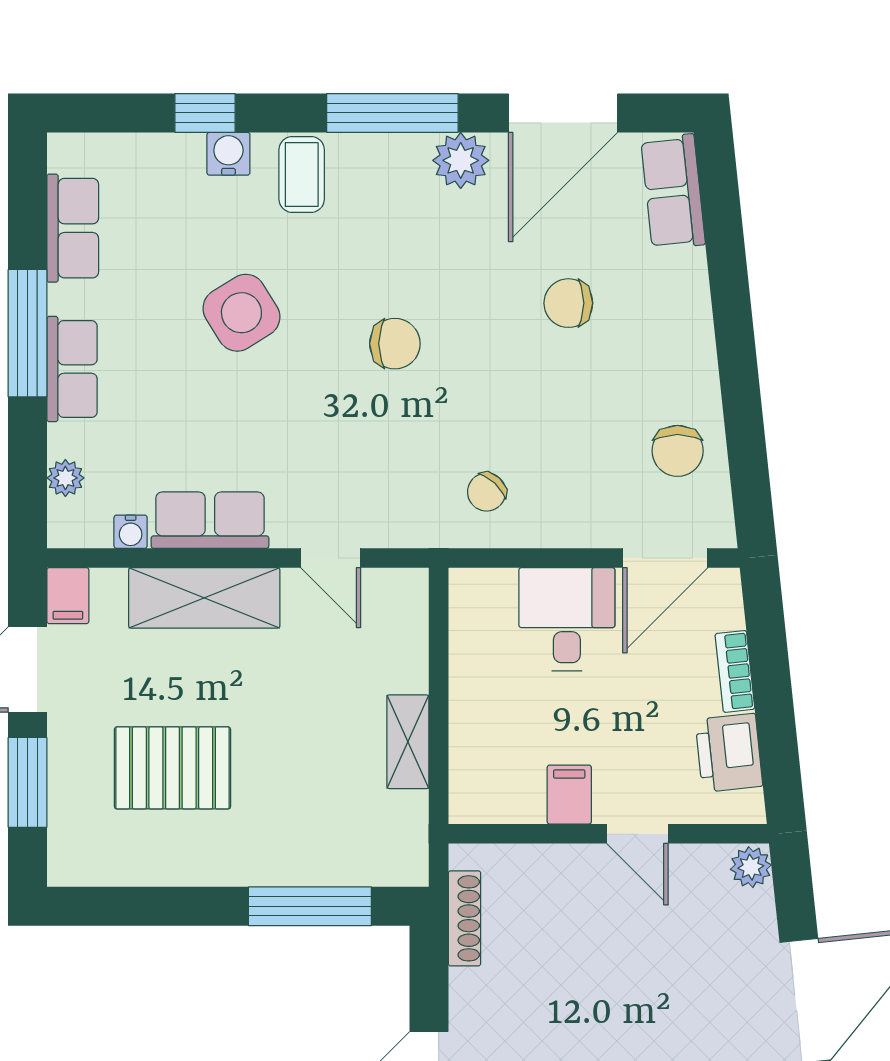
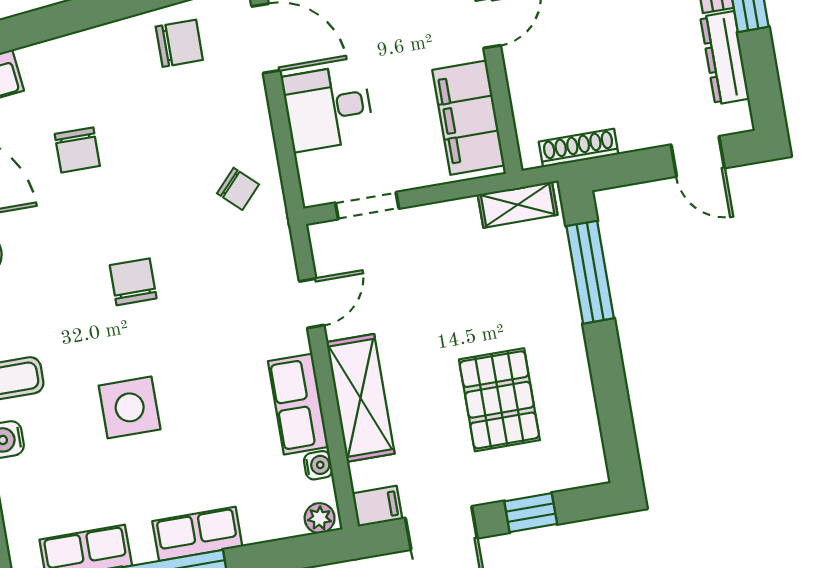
side table: (241, 313) -> (130, 407), turned 32
plant: (65, 478) -> (320, 518), moved
doorway: (439, 647) -> (367, 206), added
shelving: (408, 742) -> (518, 205), moved
window: (27, 782) -> (531, 513), width x0.67
filing cabinet: (569, 795) -> (468, 118), width x3.00, depth x1.17

